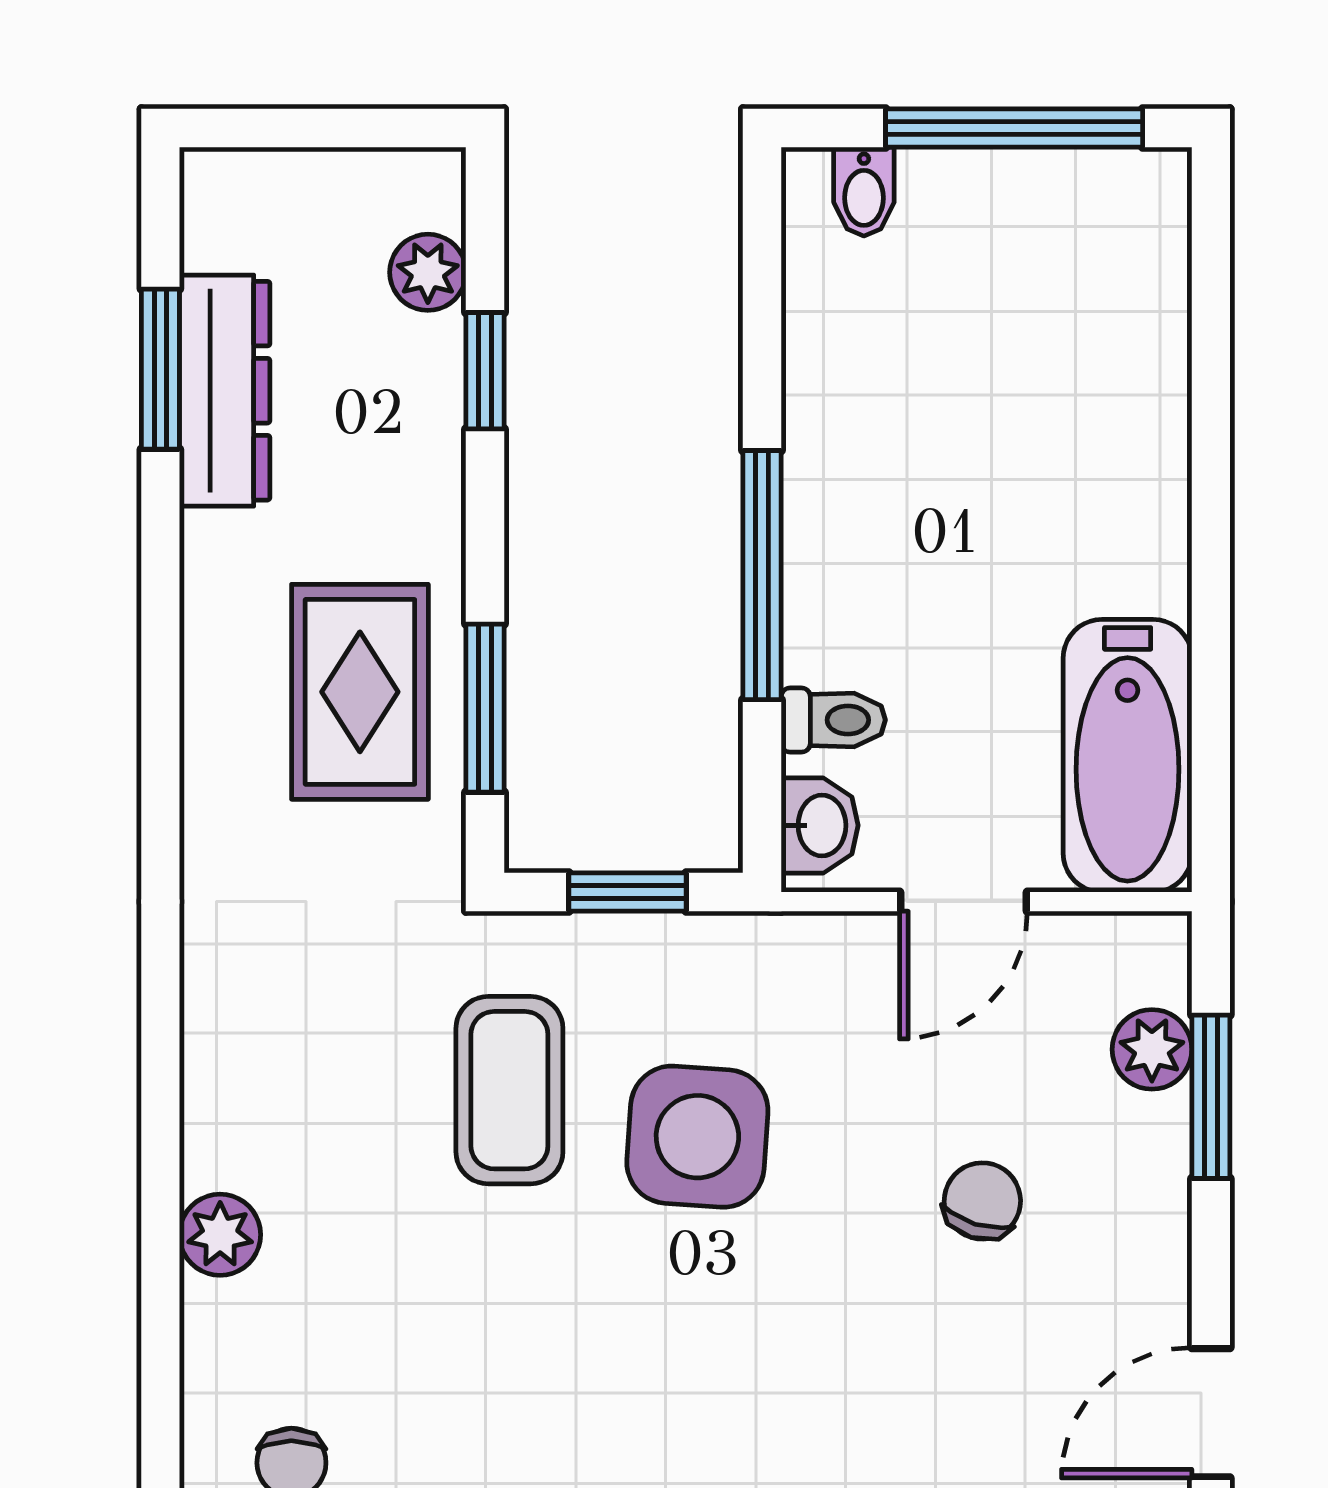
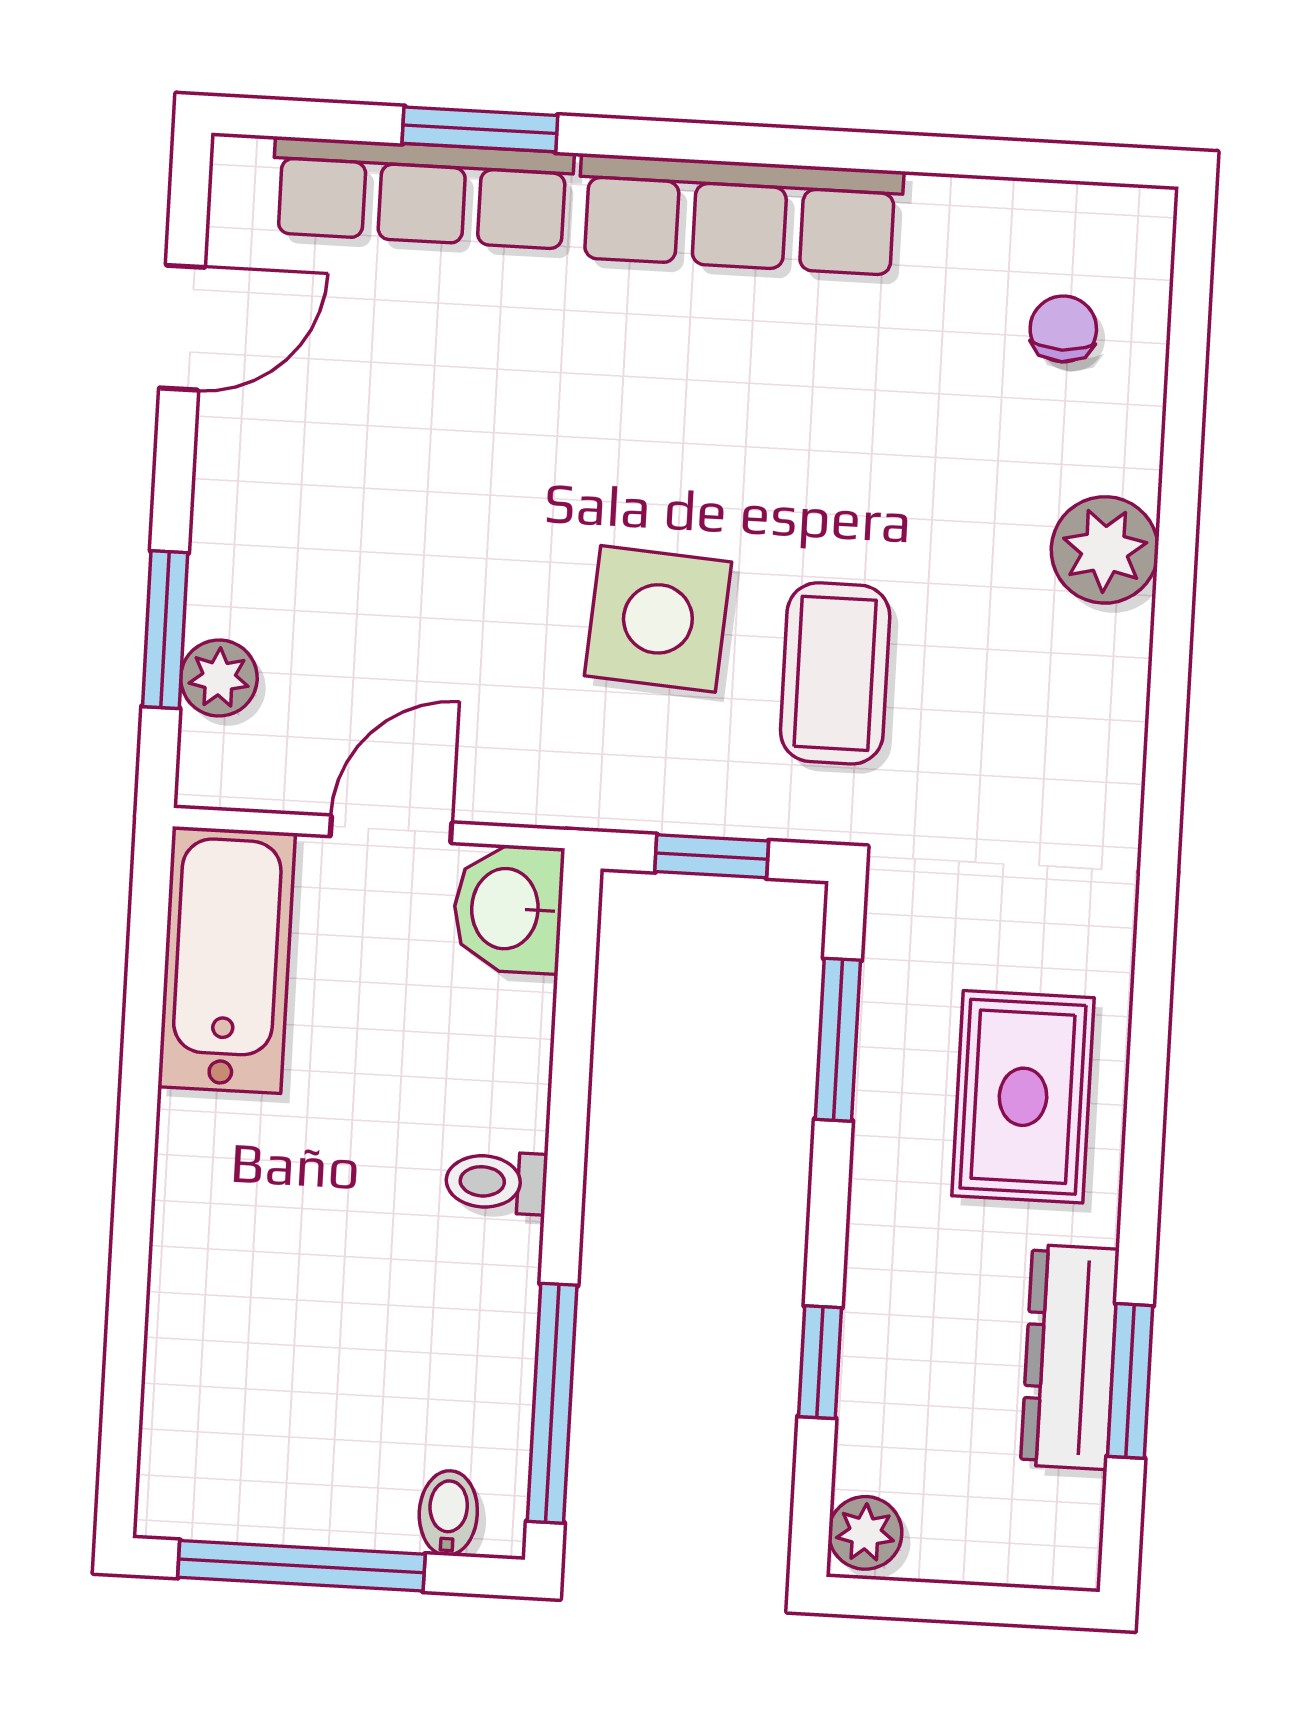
plant: (428, 272) -> (865, 1533), moved
window: (762, 575) -> (552, 1403), moved
rug: (360, 692) -> (1023, 1097), moved
toilet: (833, 720) -> (496, 1182), moved
washbasin: (820, 825) -> (508, 909), width x1.38, depth x1.45
chair: (982, 1201) -> (389, 542), removed
plant: (220, 1235) -> (1105, 550), width x1.38, depth x1.38

